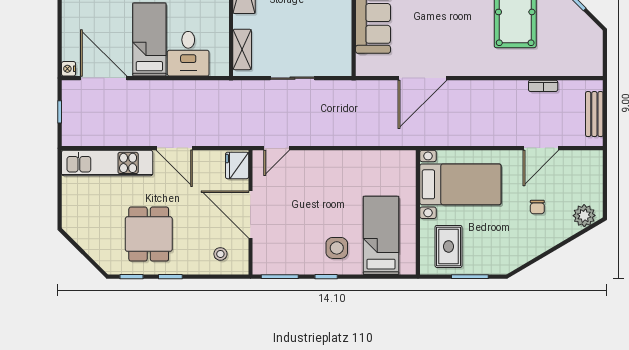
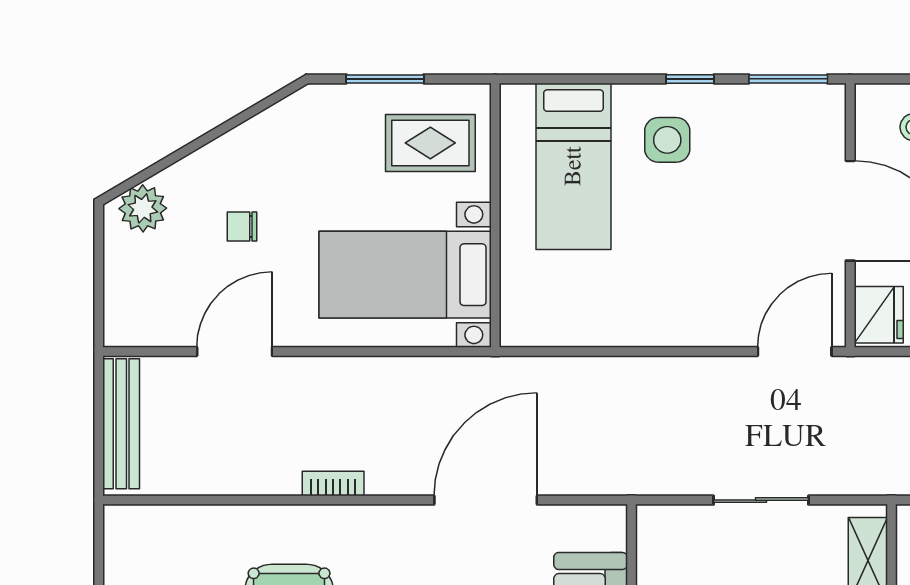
bookcase: (543, 86) -> (333, 484), moved
bench: (594, 114) -> (121, 424), width x1.36
door: (277, 148) -> (795, 351), width x1.38
chair: (537, 207) -> (242, 226), turned -90
rug: (449, 246) -> (430, 143), turned 90

